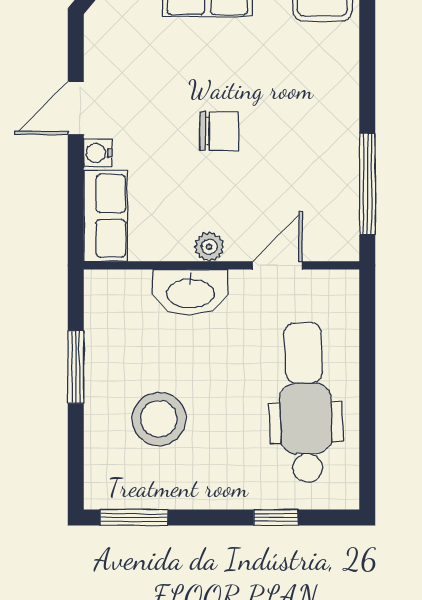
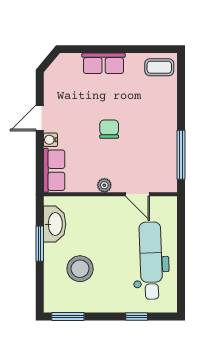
chair: (219, 131) -> (109, 129), turned -90
door: (277, 265) -> (137, 194), swing flipped
washbasin: (190, 292) -> (55, 224), moved, turned -90

